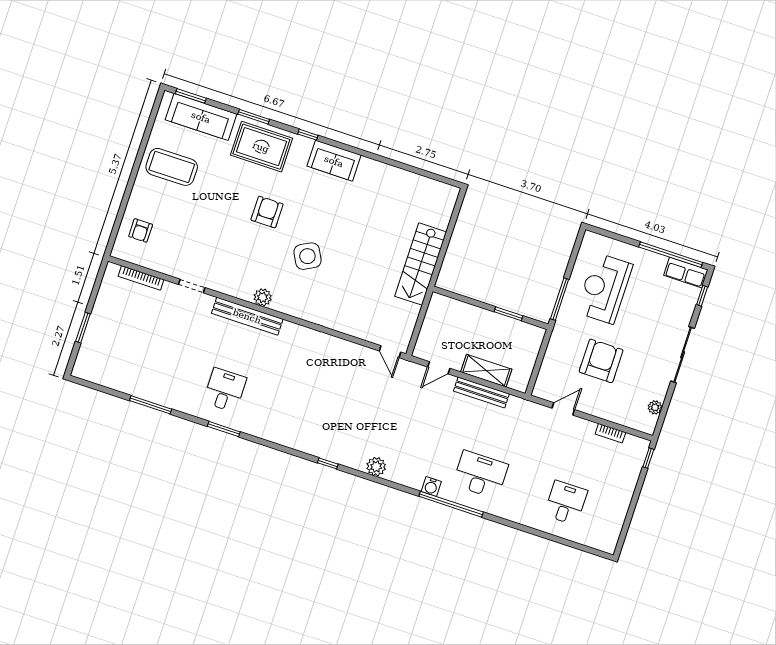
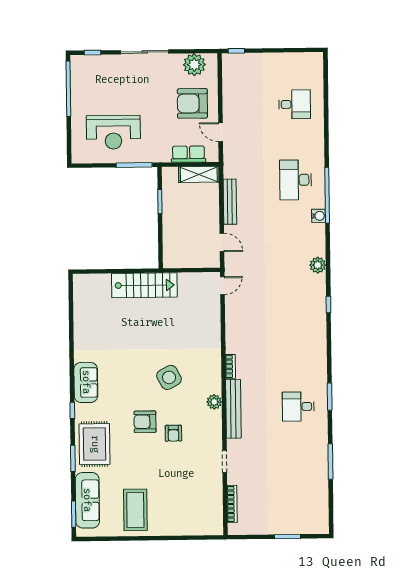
armchair: (141, 230) -> (173, 433), moved, turned 90
row of seats: (686, 273) -> (188, 154), moved, turned -90
armchair: (601, 361) -> (192, 103), moved
shelving: (486, 371) -> (199, 174), moved, turned 90
plant: (655, 407) -> (194, 65), width x1.88, depth x1.88
bookcase: (610, 433) -> (230, 366), moved
desk: (566, 503) -> (295, 104), turned 180

